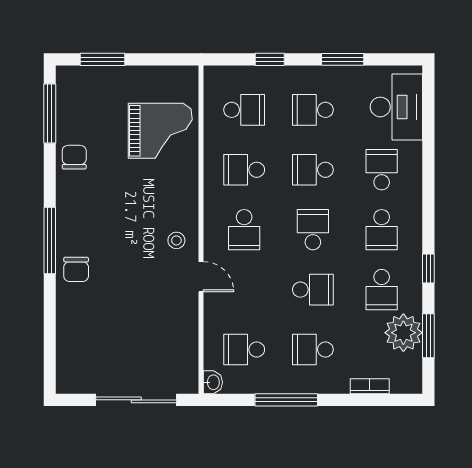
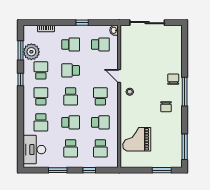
school desk: (244, 110) -> (100, 148), turned -90
school desk: (313, 110) -> (71, 148), turned 90
chair: (74, 157) -> (166, 107), moved
window: (286, 400) -> (82, 23), width x0.46

